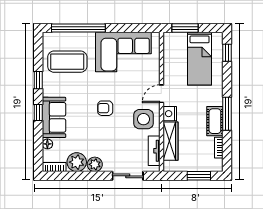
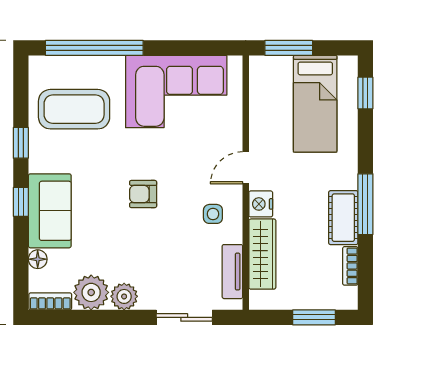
side table: (143, 119) -> (213, 214), width x0.54, depth x0.54

